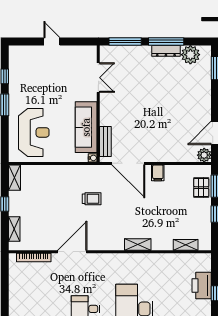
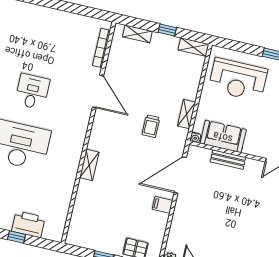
sofa: (86, 127) -> (223, 136), width x0.73
bench: (105, 142) -> (228, 160), moved
shelving: (186, 245) -> (186, 114), moved

